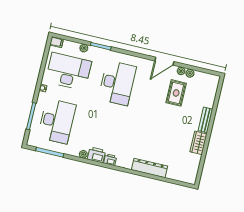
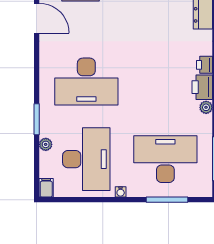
desk: (68, 71) -> (86, 159), turned 180
desk: (117, 83) -> (86, 82), turned 180

